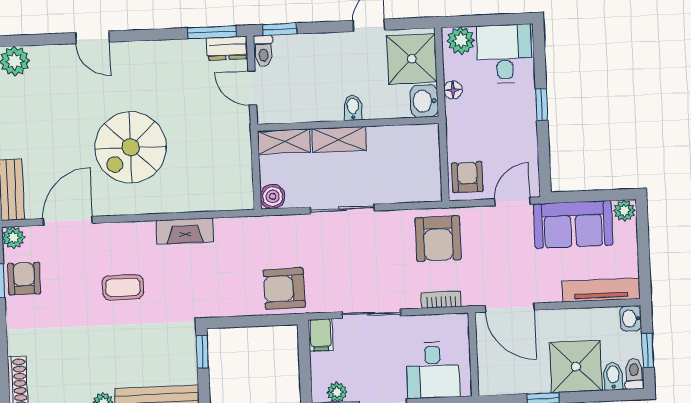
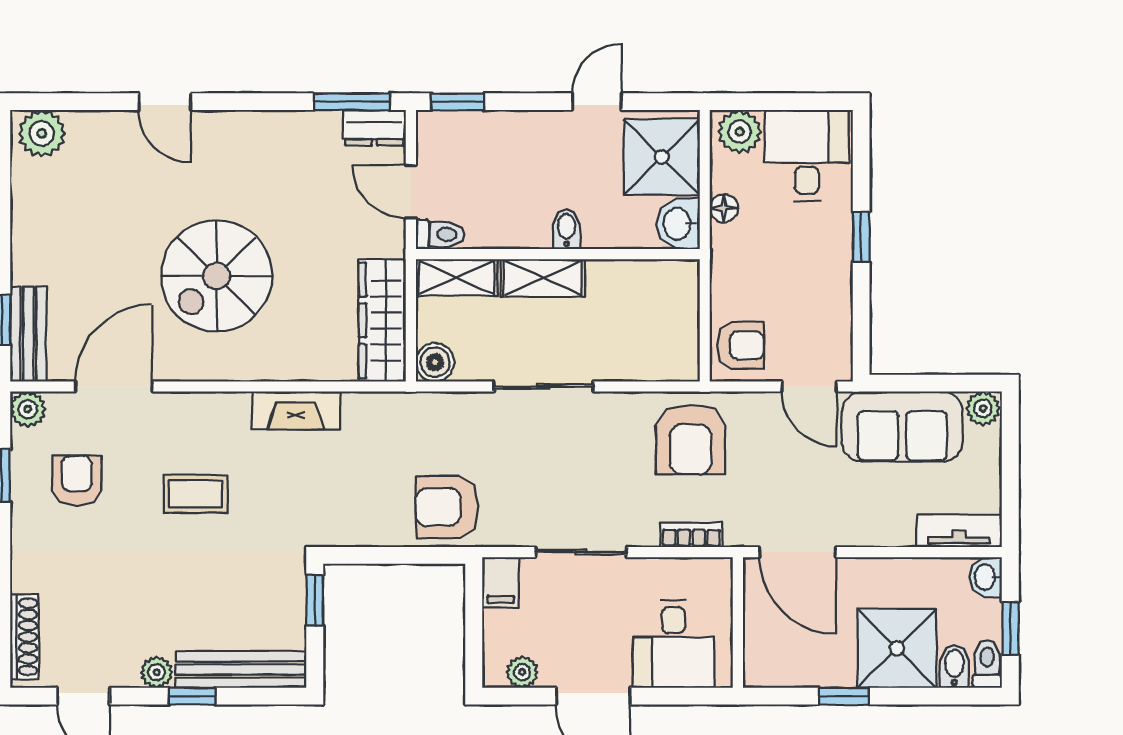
toilet: (263, 51) -> (440, 234), moved, turned -90
wardrobe: (238, 171) -> (382, 320), added
armchair: (467, 177) -> (740, 345), turned 90
door: (512, 202) -> (809, 387), swing flipped
armchair: (24, 279) -> (77, 481), moved
tv unit: (601, 290) -> (959, 531), width x0.71

